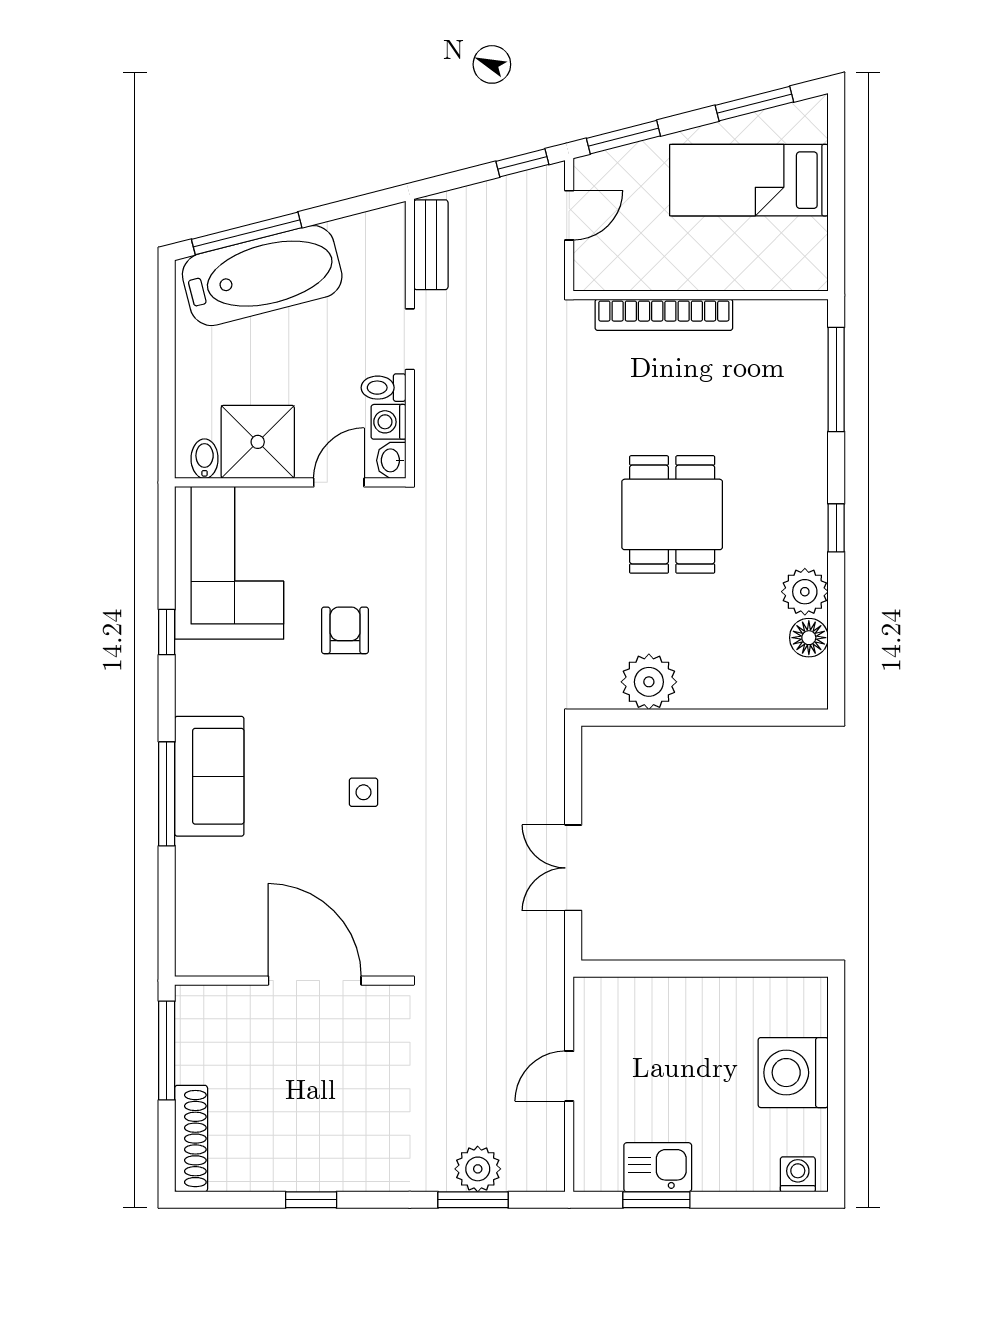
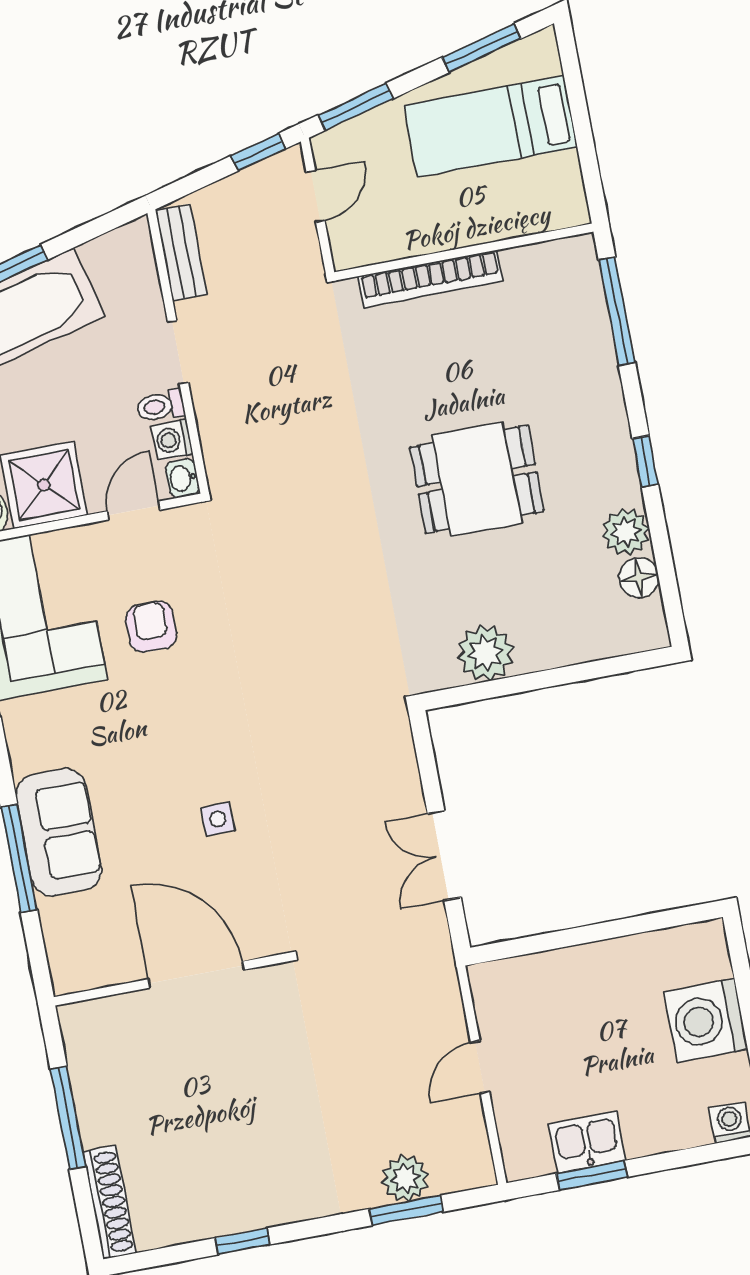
dining table: (672, 514) -> (477, 479), turned 90
armchair: (345, 630) -> (151, 627), moved
wall: (290, 981) -> (171, 979), moved
door: (315, 981) -> (196, 975), moved

